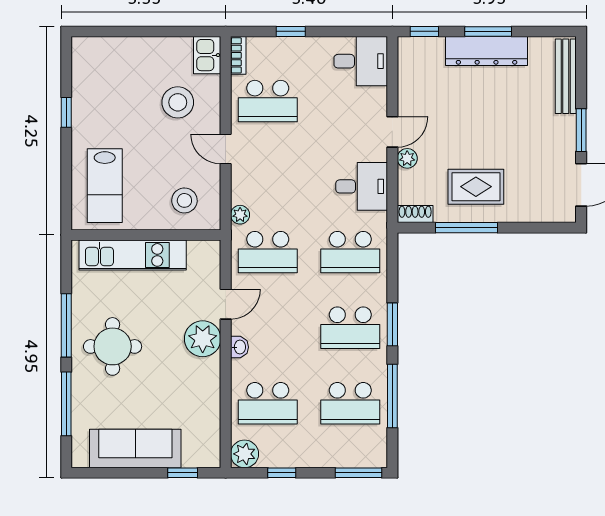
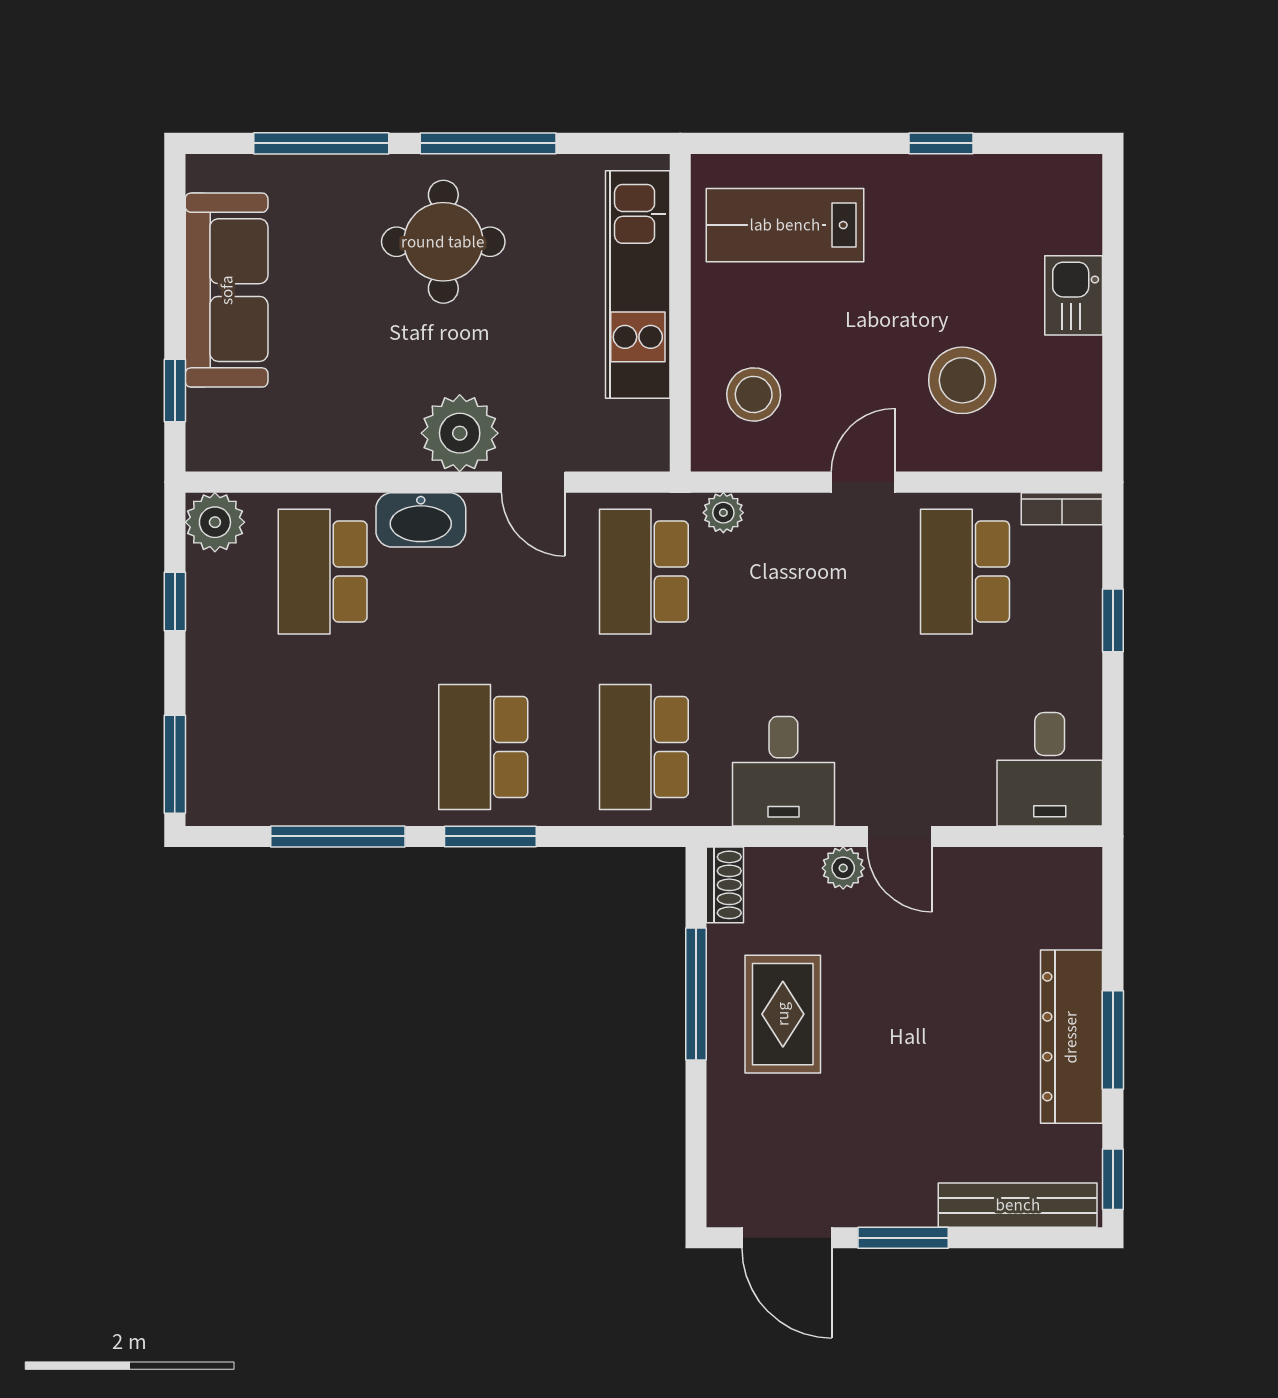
window: (424, 31) -> (1113, 1179), moved
kitchen sink: (207, 55) -> (1074, 295), moved, turned -90
washbasin: (239, 347) -> (421, 520), width x1.91, depth x1.45
school desk: (350, 403) -> (323, 747), removed

